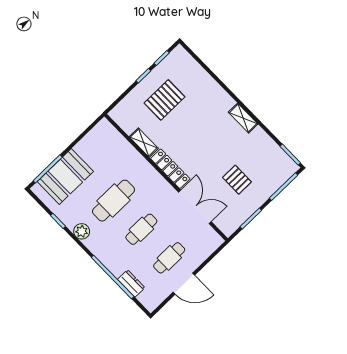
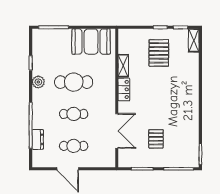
pallet: (165, 100) -> (159, 53), turned 90
shelving: (243, 118) -> (194, 40), moved
locker: (170, 169) -> (124, 89), width x0.66
booth: (65, 177) -> (91, 42), moved

